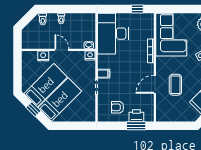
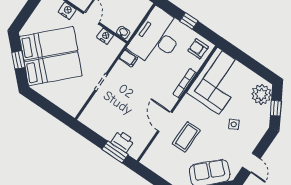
window: (137, 9) -> (189, 21), moved
nightstand: (90, 56) -> (105, 36), moved
filing cabinet: (104, 74) -> (128, 58), moved
door: (155, 84) -> (165, 122), hinge flipped
armchair: (118, 107) -> (198, 49), moved

